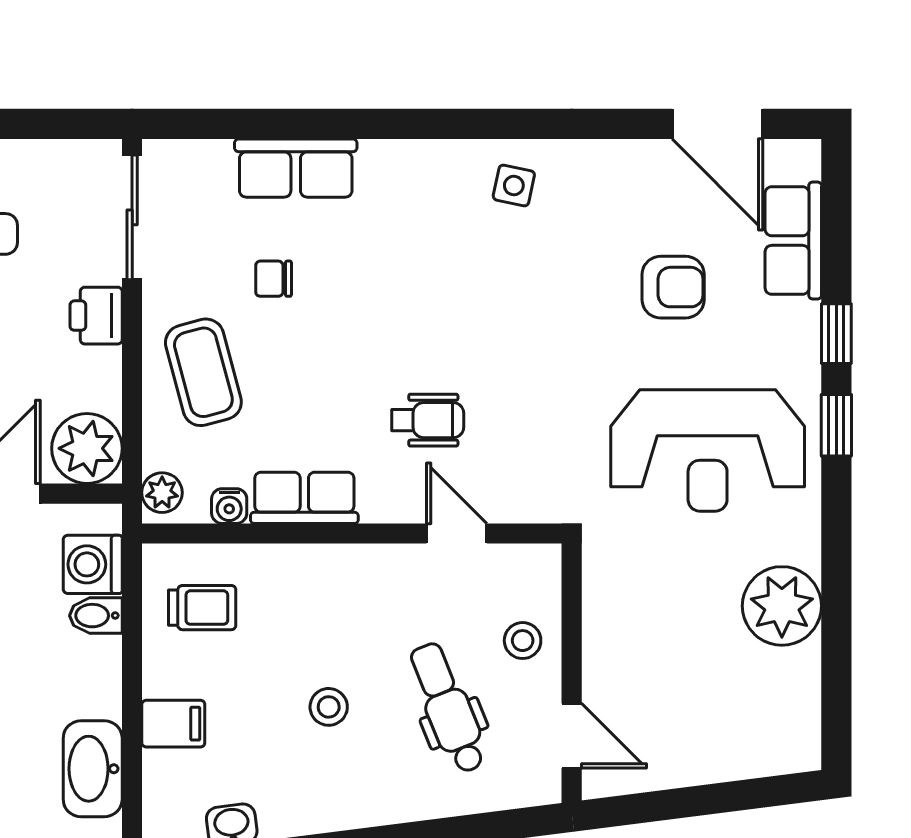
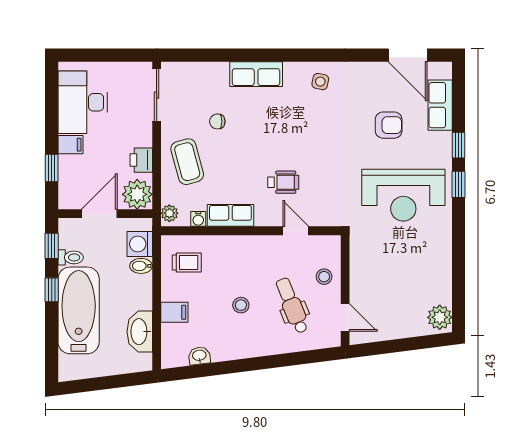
row of seats: (296, 168) -> (256, 74), moved
printer: (96, 316) -> (141, 160), moved
plant: (782, 606) -> (440, 317), moved, width x0.73, depth x0.73

